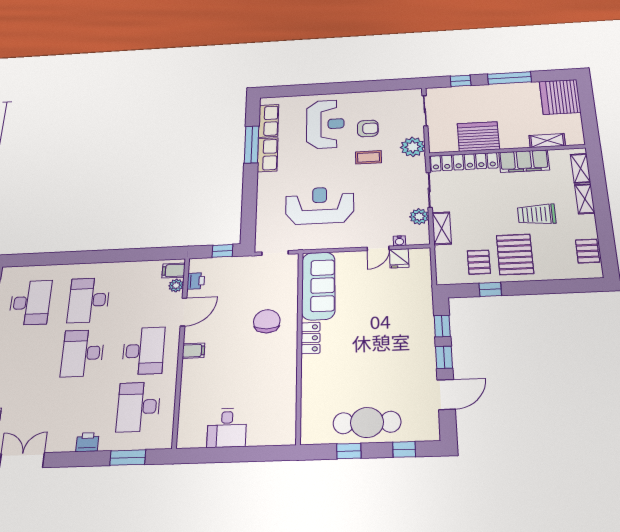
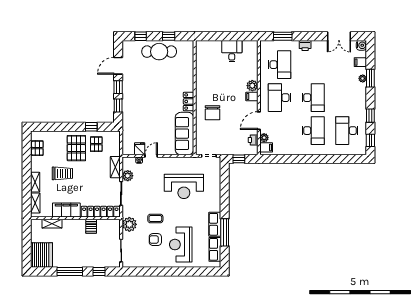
server rack: (478, 136) -> (91, 226), width x0.46, depth x0.70
plant: (192, 369) -> (252, 86), added

